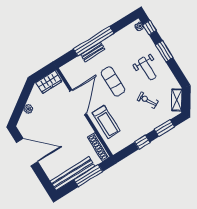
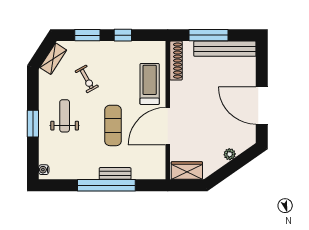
window: (150, 28) -> (33, 161), removed

